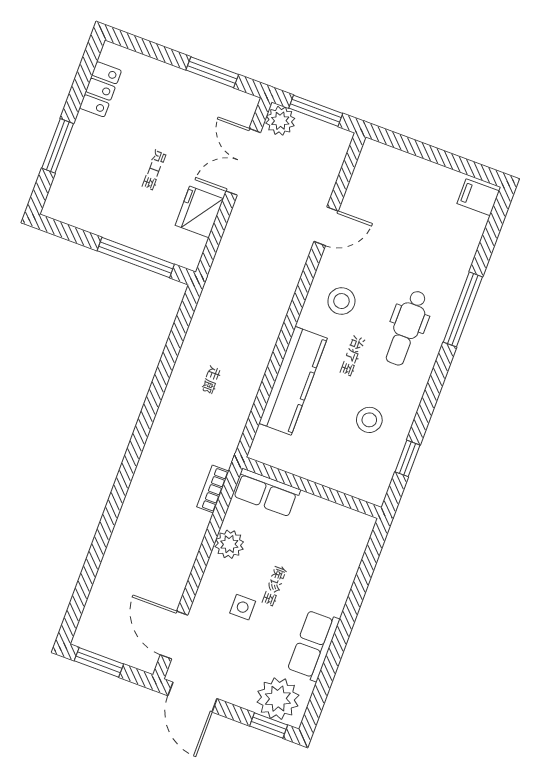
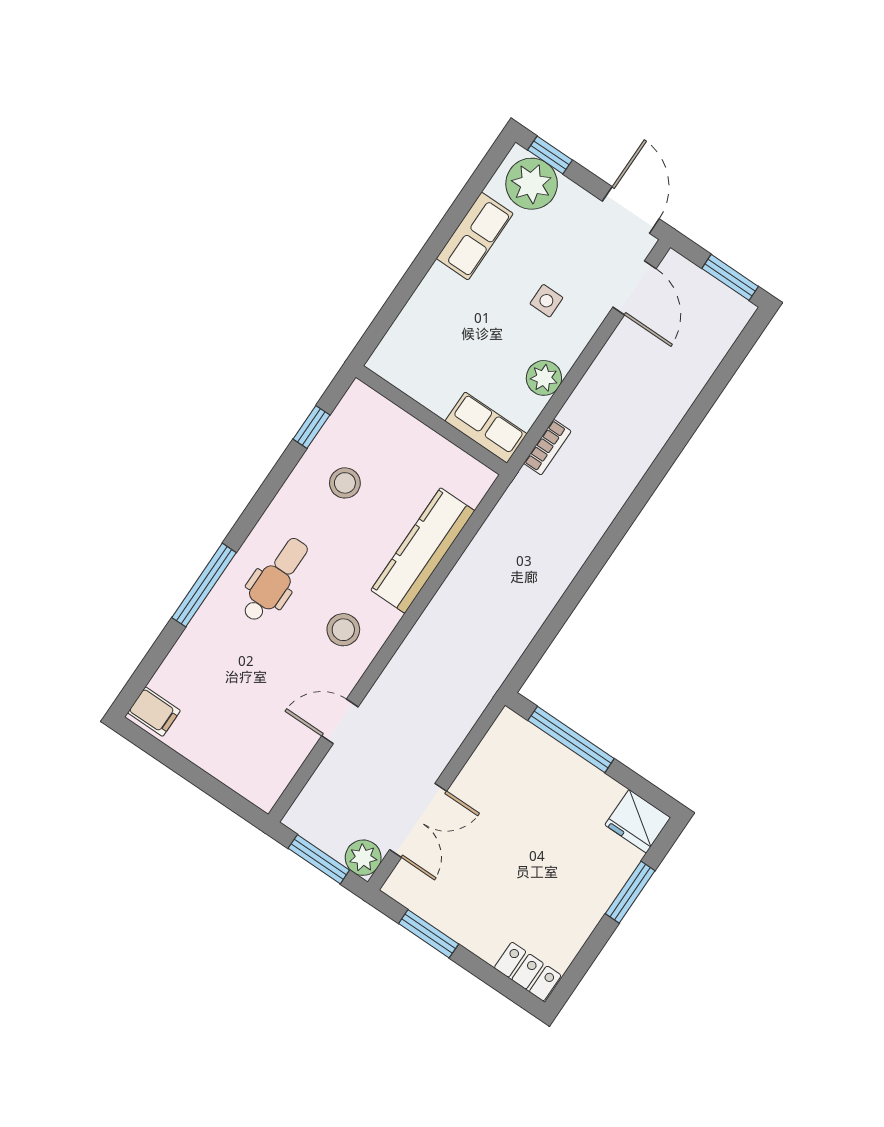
locker: (100, 89) -> (528, 972), moved, turned 90
fridge: (199, 212) -> (638, 821), moved, turned 90

